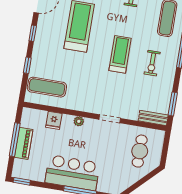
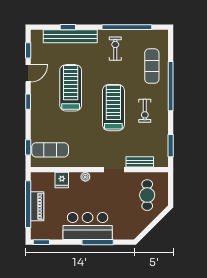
treadmill: (120, 54) -> (113, 108), width x1.37, depth x1.38
window: (27, 65) -> (28, 147), moved
bench: (153, 118) -> (140, 162), moved
window: (15, 140) -> (28, 204), width x1.46

